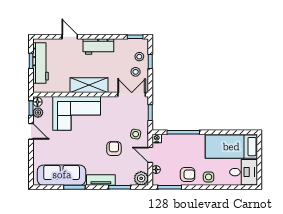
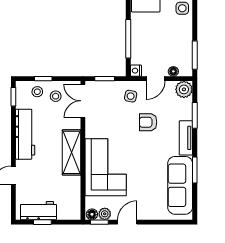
workbench: (98, 47) -> (25, 134), width x1.38
workbench: (41, 63) -> (38, 211), width x0.73
armchair: (188, 174) -> (179, 33), removed

